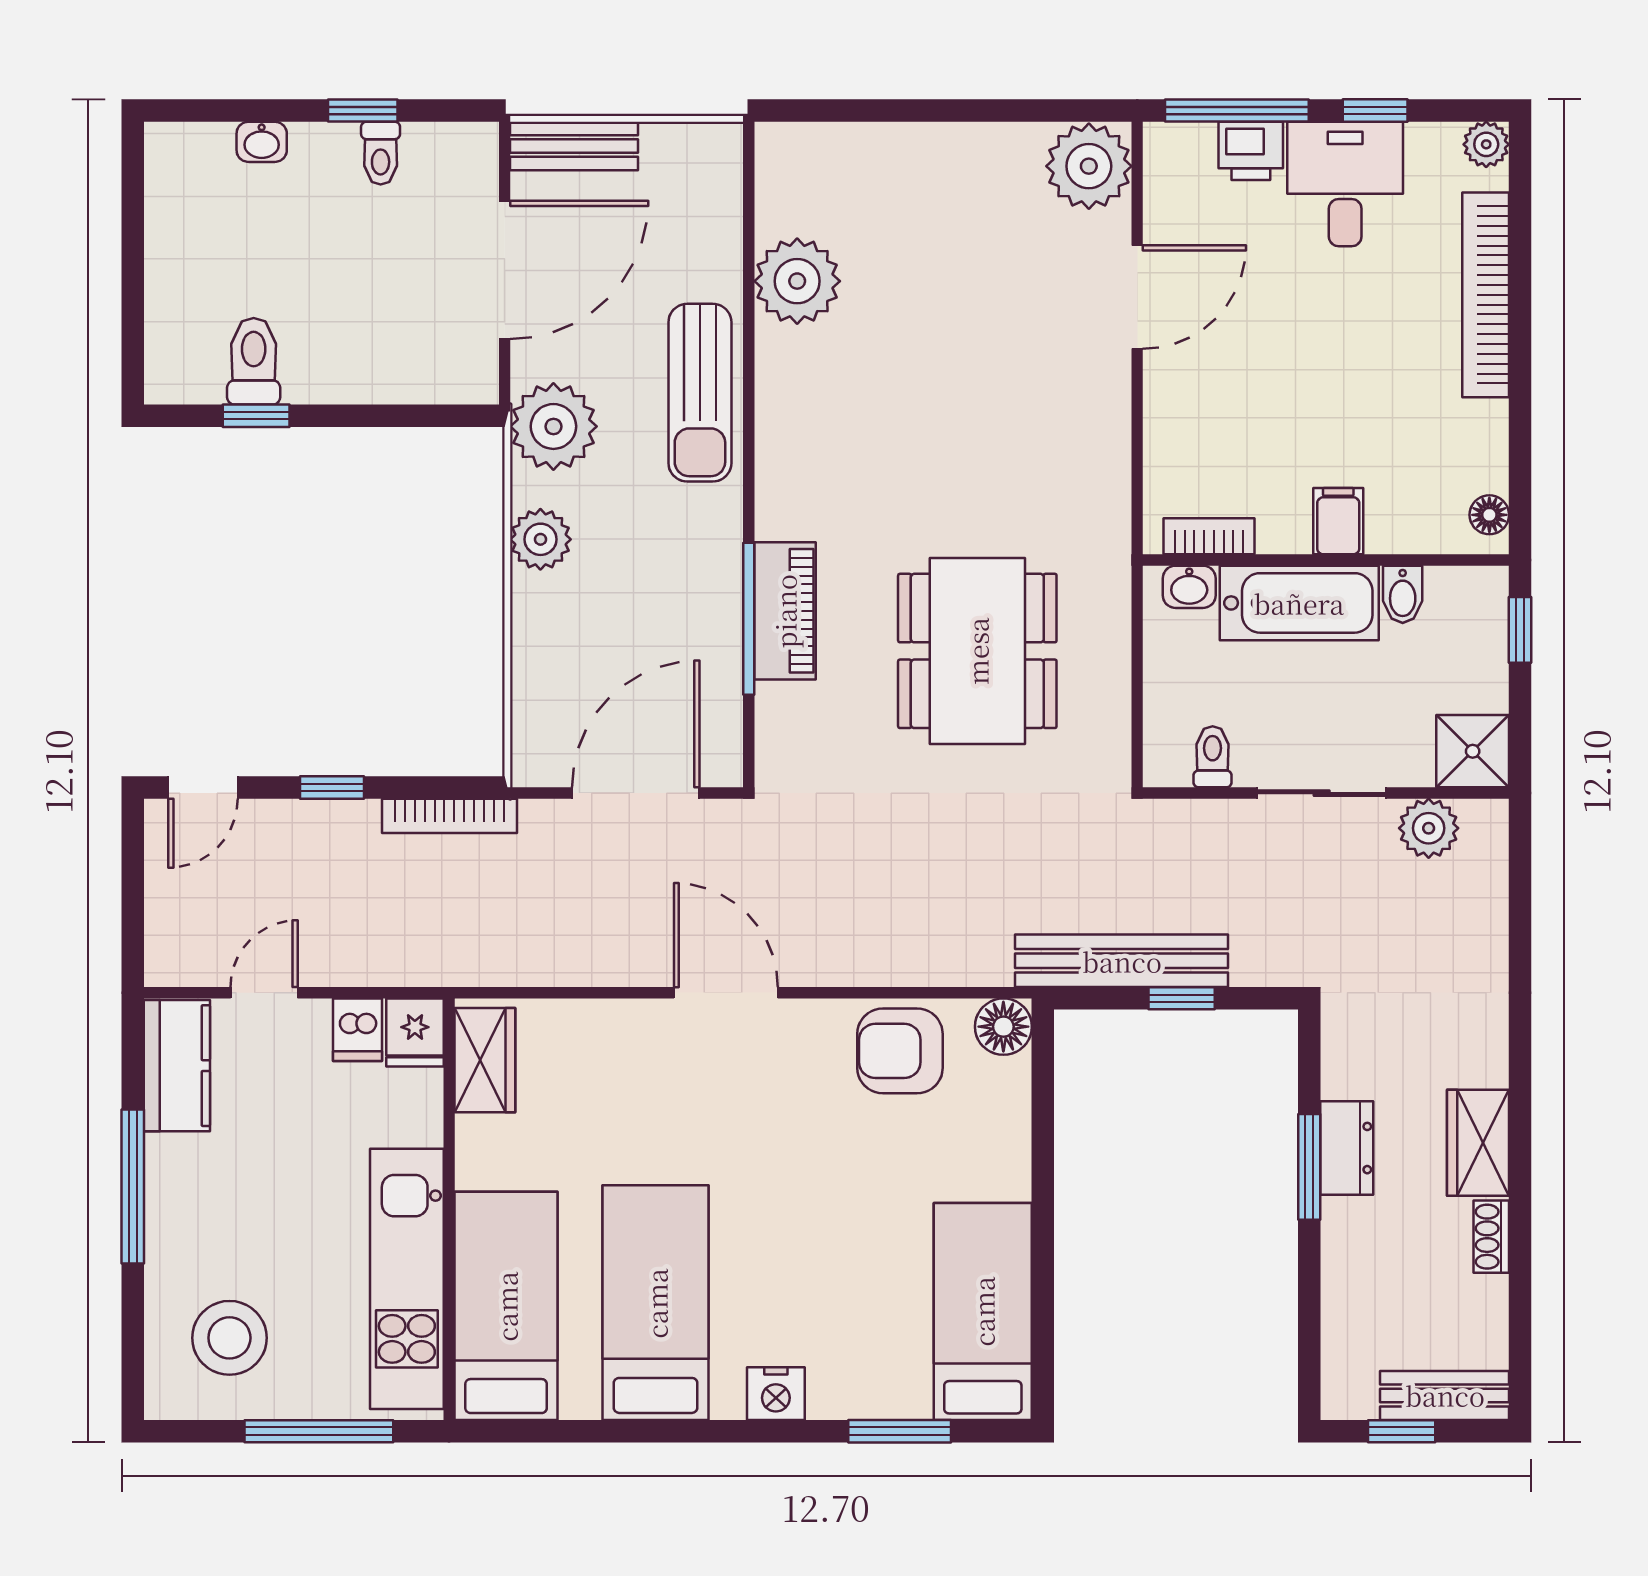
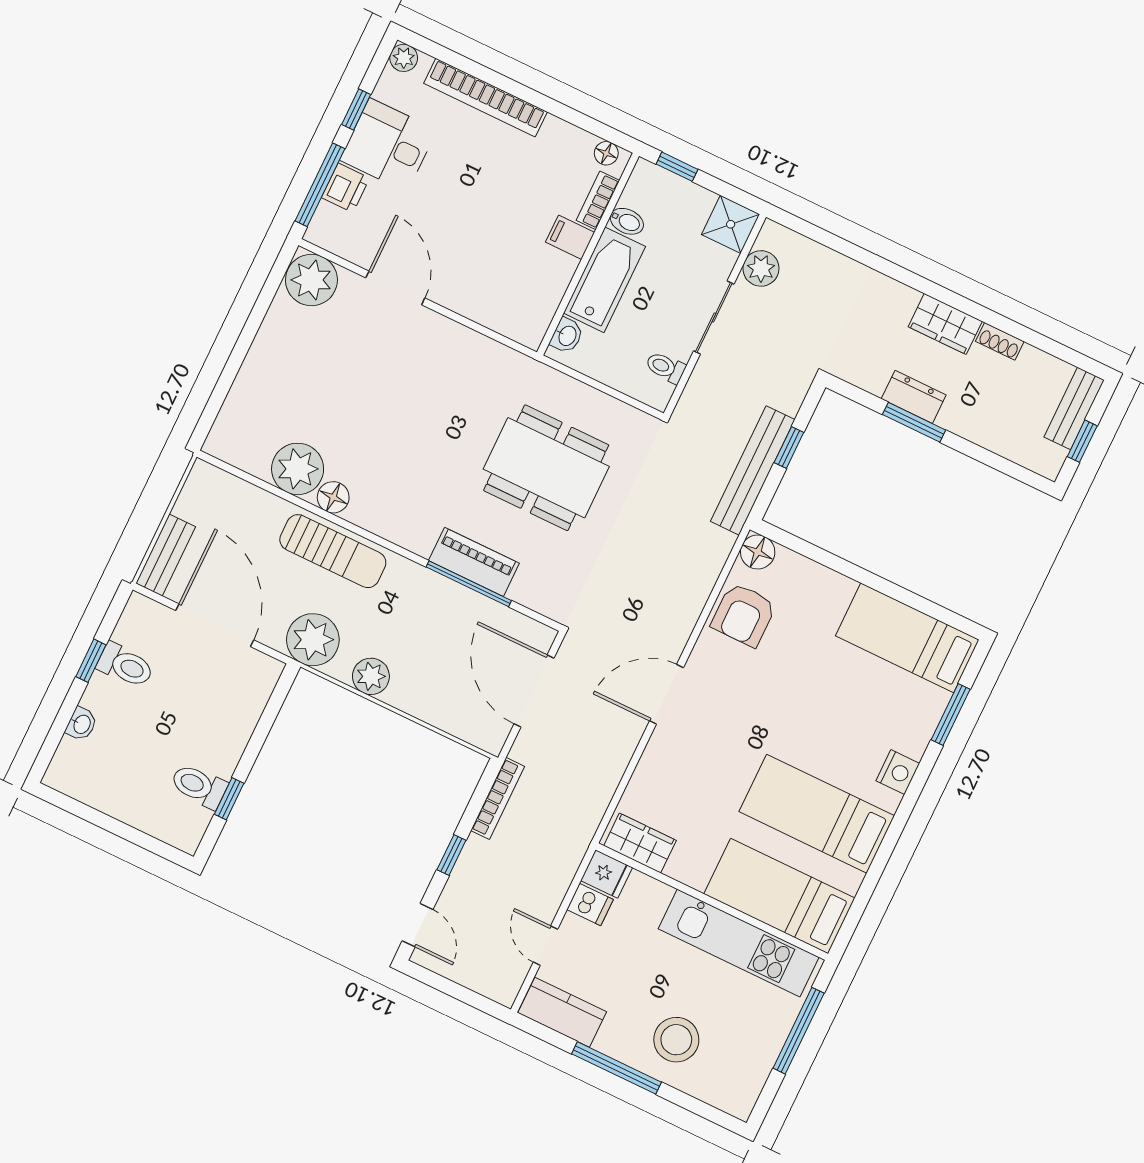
toilet: (381, 153) -> (125, 665), width x1.37, depth x1.39
floor lamp: (780, 355) -> (333, 497), added
bookcase: (1209, 536) -> (598, 200), moved
stool: (229, 1338) -> (676, 1040), moved

